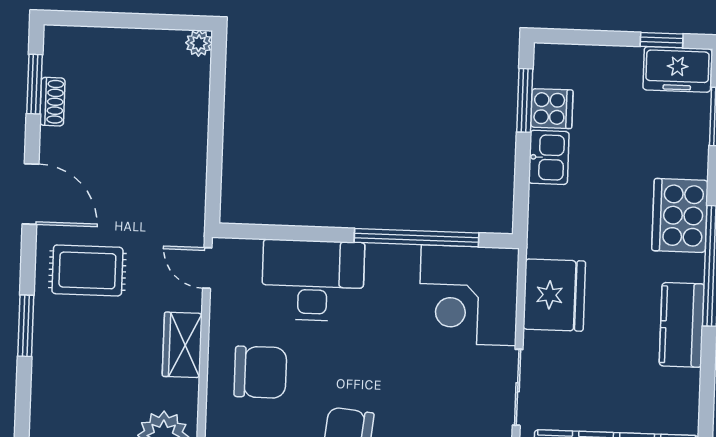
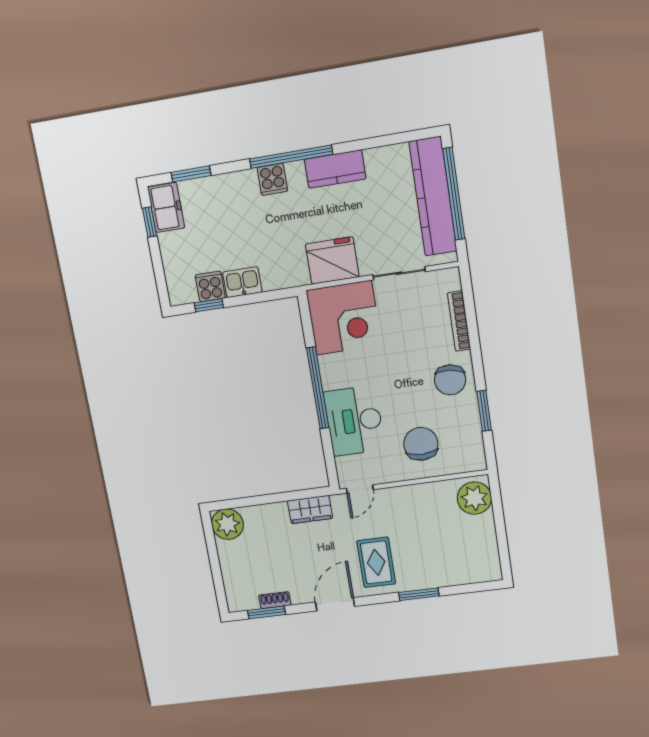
plant: (199, 43) -> (227, 524), width x1.88, depth x1.88
window: (525, 100) -> (209, 305), width x0.67
cooker: (680, 215) -> (272, 179), width x0.53, depth x0.76
window: (416, 238) -> (318, 388), moved
wardrobe: (182, 345) -> (310, 510), moved

